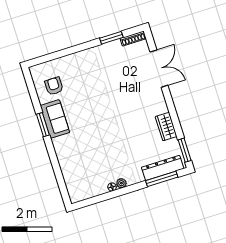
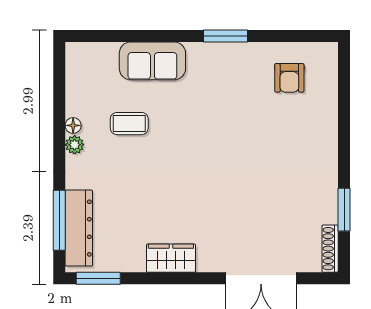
armchair: (54, 86) -> (289, 78), turned 90
sofa: (55, 119) -> (152, 61), moved
wardrobe: (166, 127) -> (171, 258), moved
coffee table: (102, 159) -> (129, 124), added

